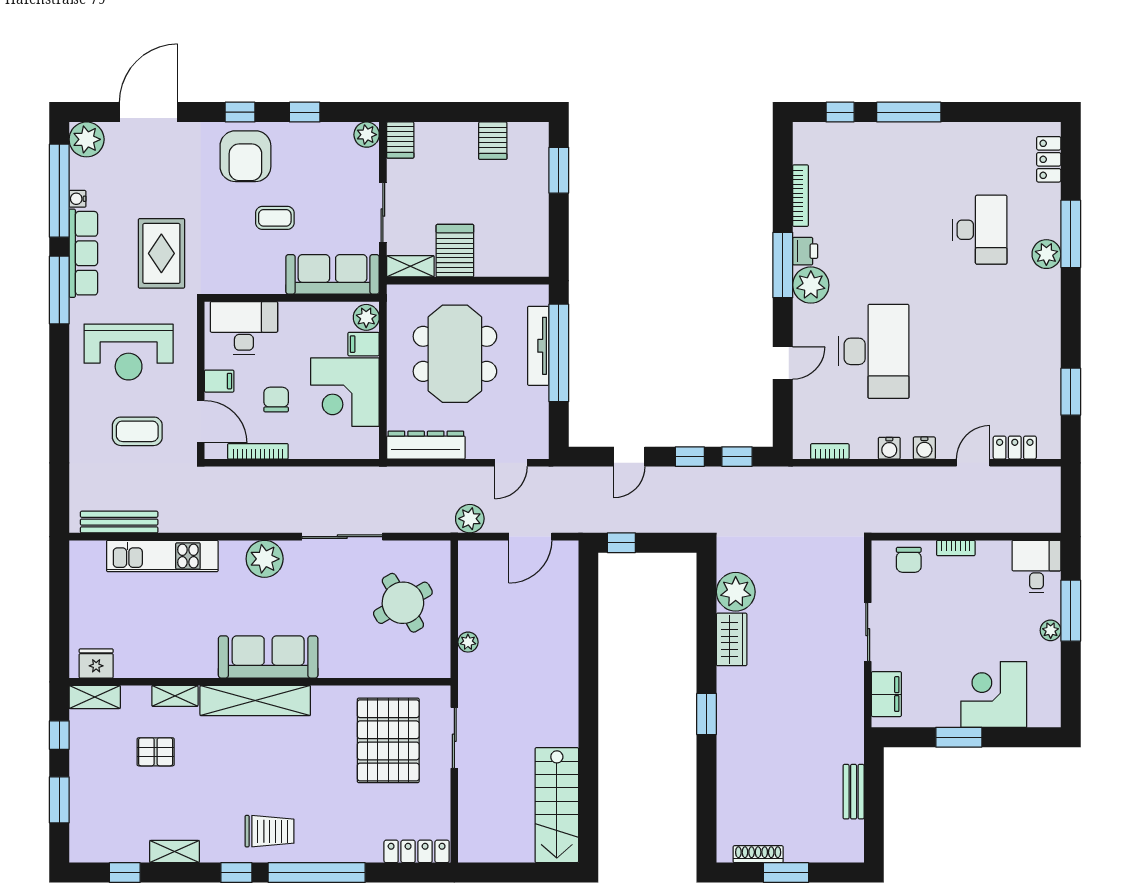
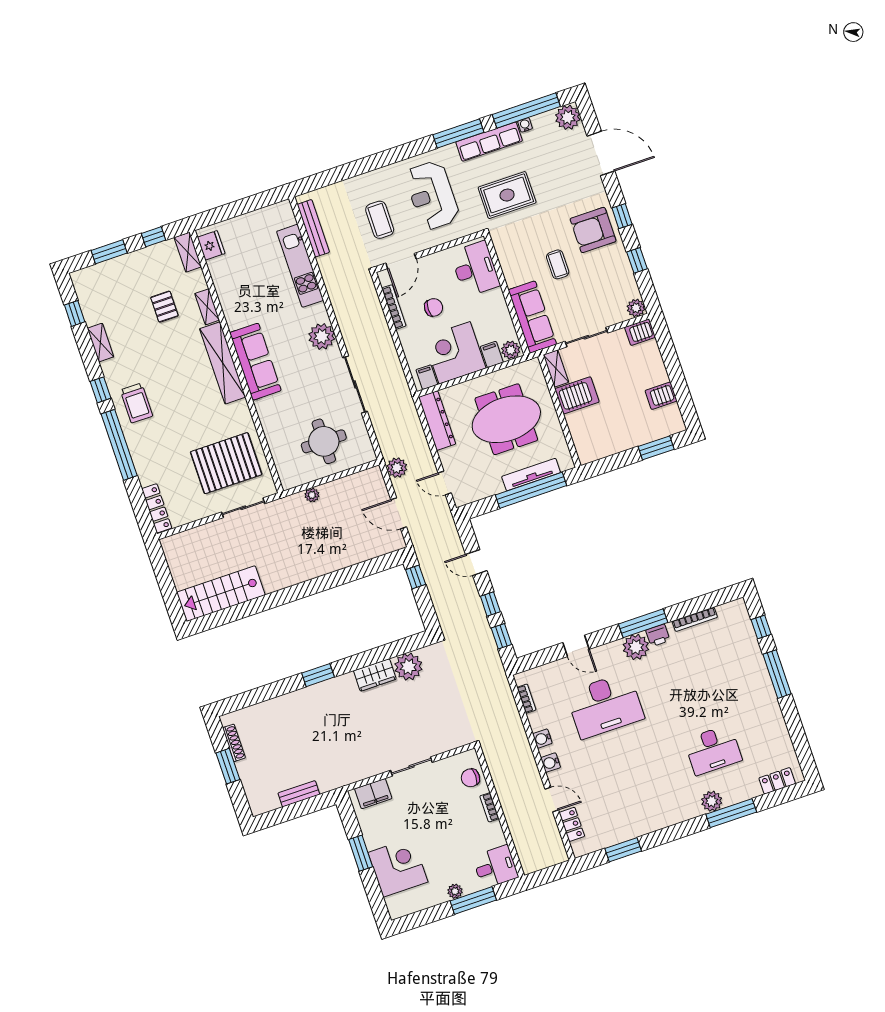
filing cabinet: (219, 381) -> (427, 377), moved, turned 180
round table: (403, 603) -> (324, 441), turned 30

